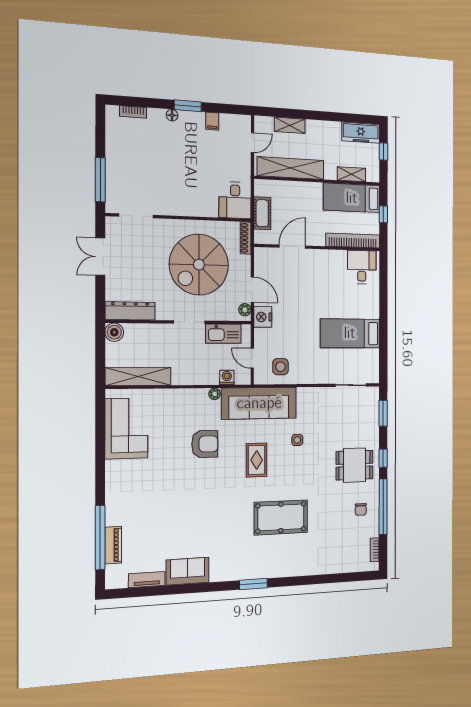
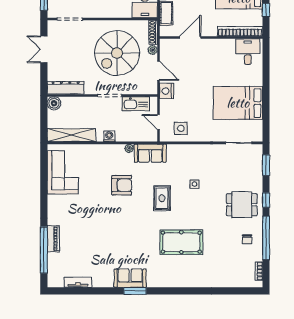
plant: (245, 310) -> (153, 50), moved
bed: (350, 333) -> (238, 103), width x1.50
washing machine: (227, 377) -> (109, 136), moved
sofa: (259, 403) -> (150, 153), width x0.54, depth x0.79
piano: (113, 545) -> (53, 239), moved
sofa: (188, 571) -> (130, 278), moved
window: (253, 584) -> (135, 291), moved

